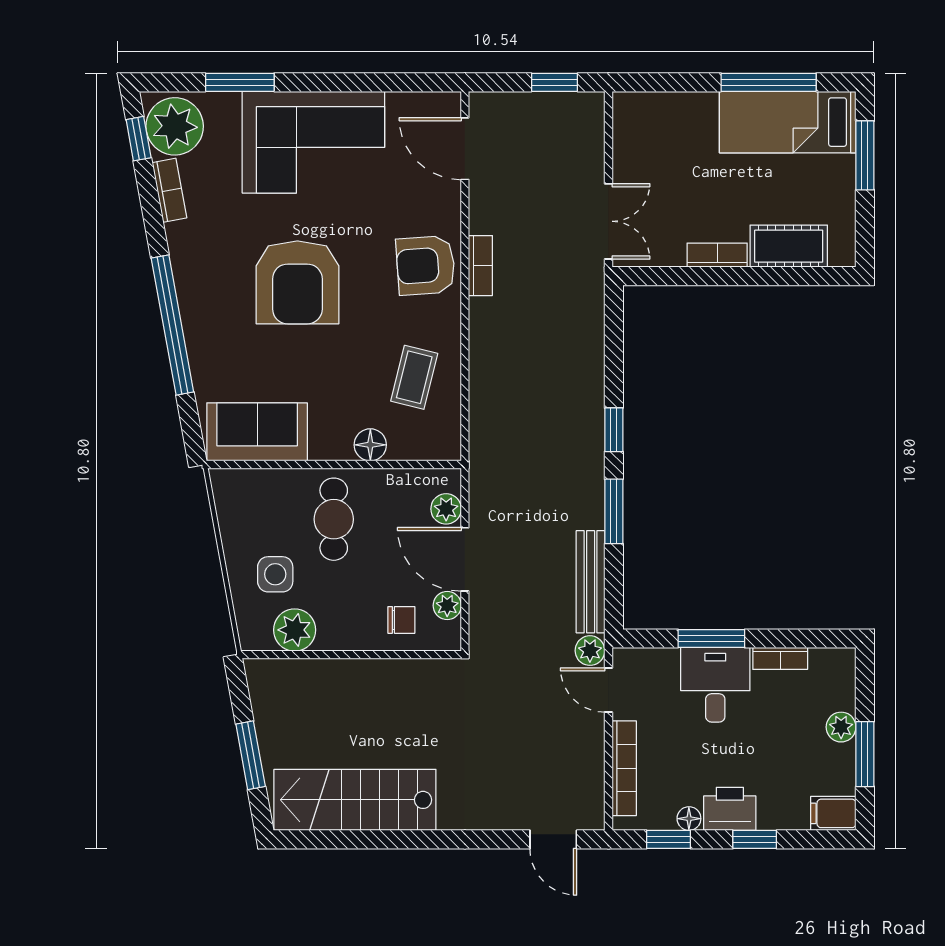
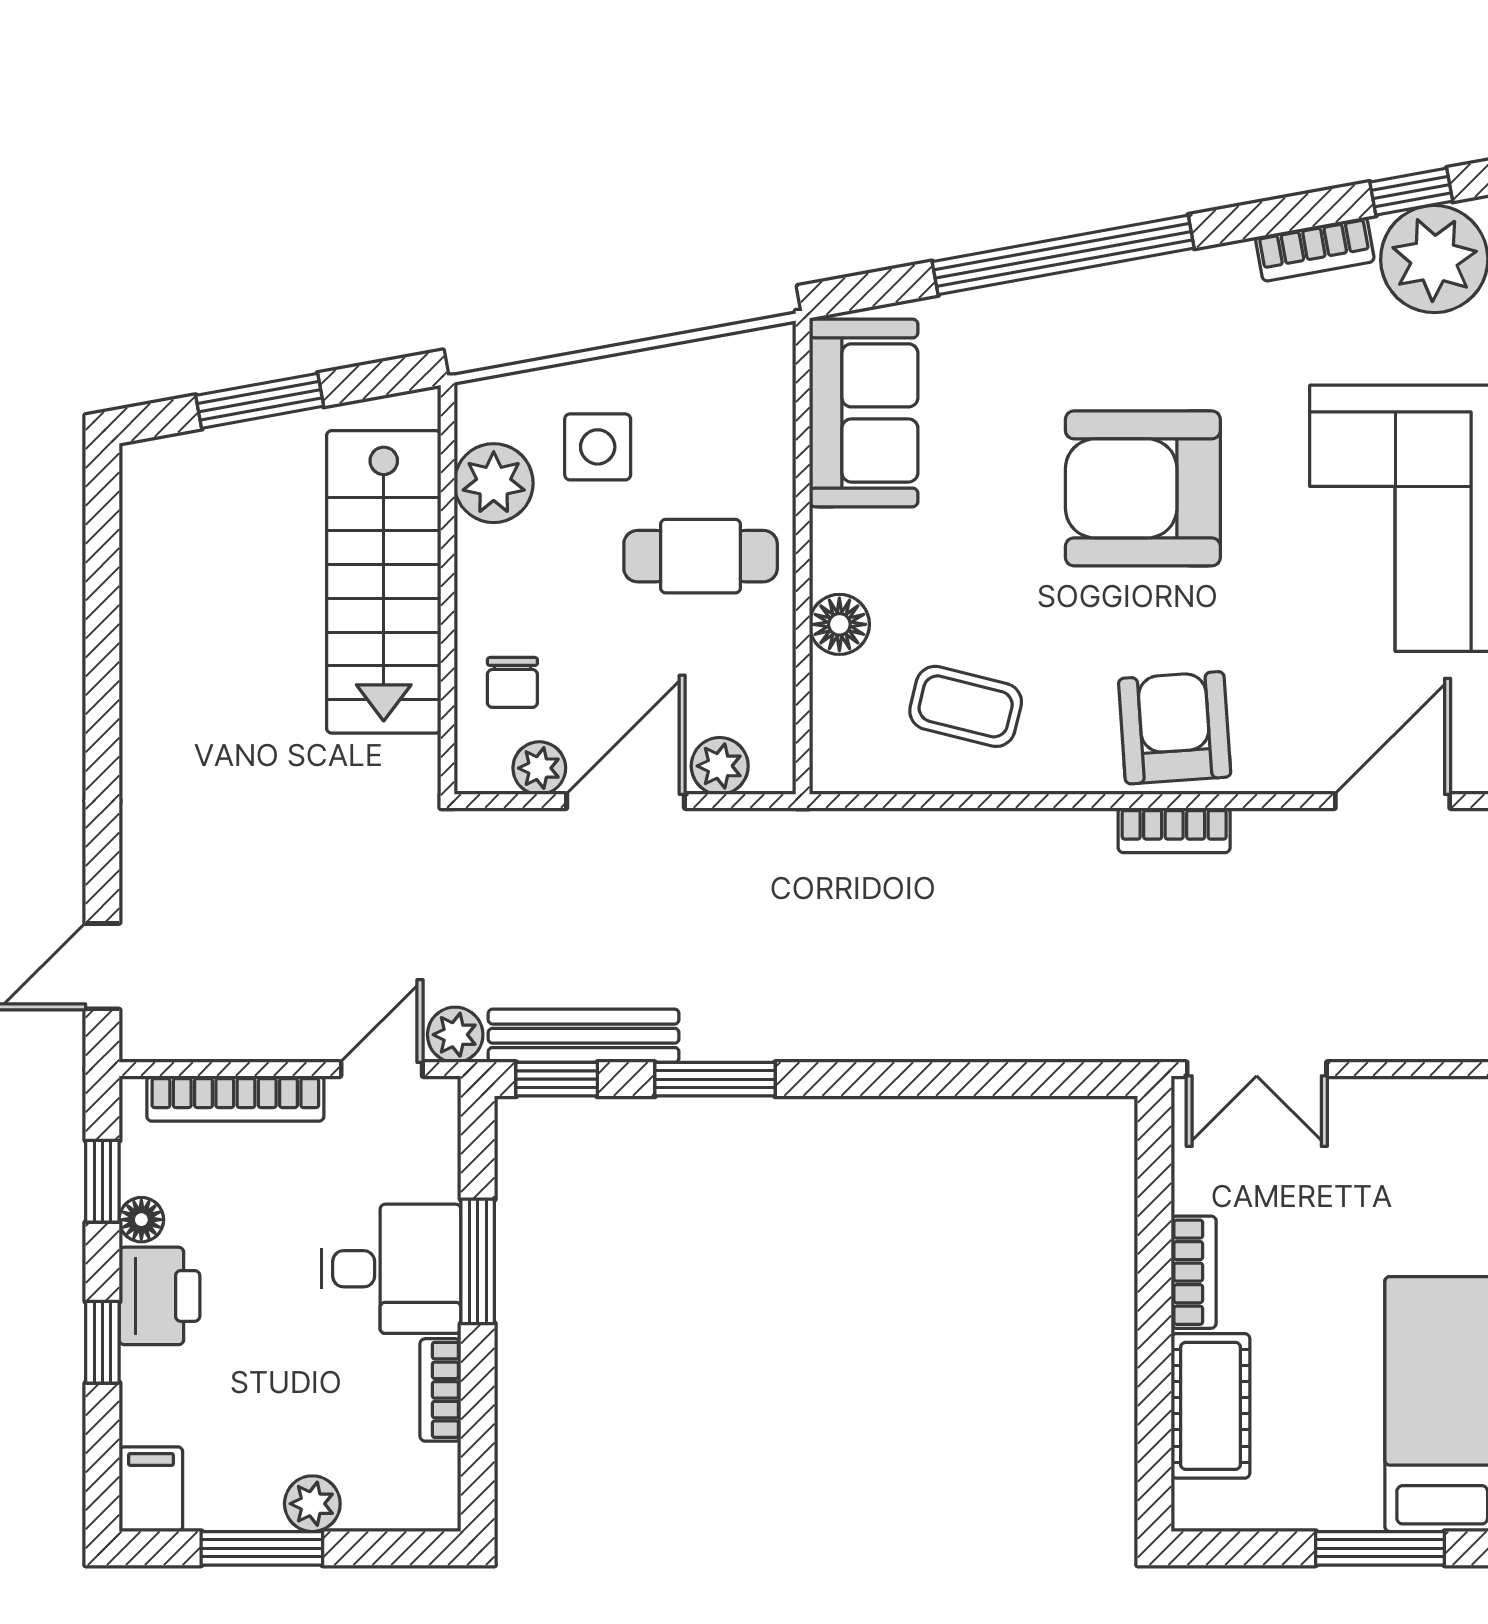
window: (614, 430) -> (557, 1079), moved
stairs: (355, 800) -> (384, 582), moved, turned 180

